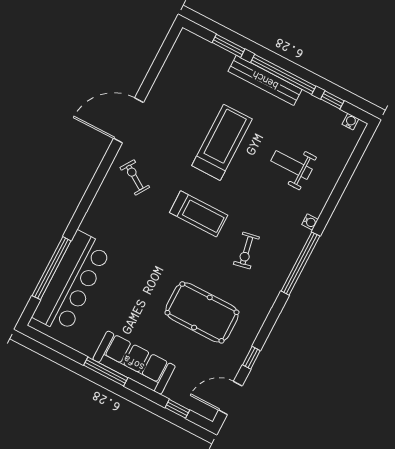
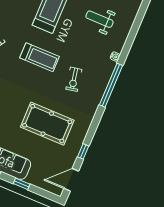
window: (177, 409) -> (22, 184), moved

